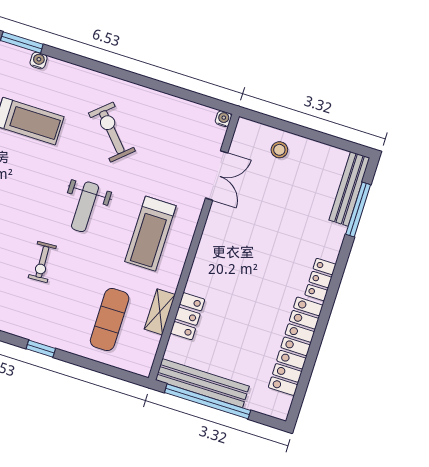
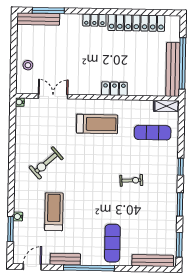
weight bench: (85, 207) -> (93, 166), removed
shelving: (160, 312) -> (166, 106), moved
locker: (188, 316) -> (114, 89), moved

